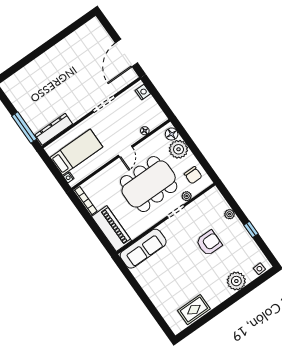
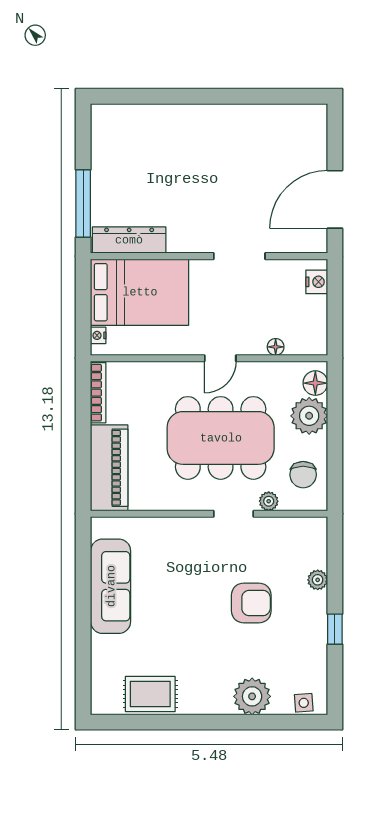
bed: (76, 152) -> (140, 292), width x1.50
sofa: (143, 249) -> (111, 586), moved, turned -90

